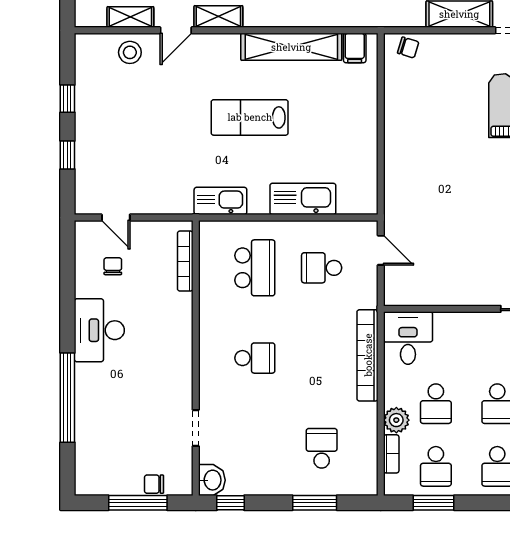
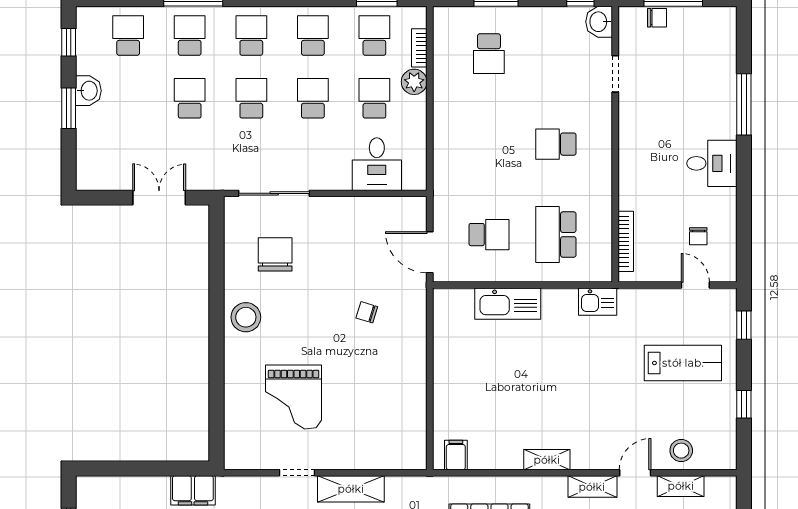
shelving: (291, 47) -> (547, 460), width x0.45, depth x0.75
chair: (408, 47) -> (367, 312), moved
lab bench: (250, 117) -> (683, 363), moved
window: (67, 155) -> (744, 325), moved
kitchen sink: (220, 201) -> (598, 302), width x0.73
door: (381, 250) -> (430, 252), width x1.38
desk: (99, 330) -> (712, 163), width x0.73
desk: (408, 338) -> (377, 164), moved
bookcase: (368, 355) -> (443, 147), removed
window: (67, 398) -> (744, 104), width x0.68

